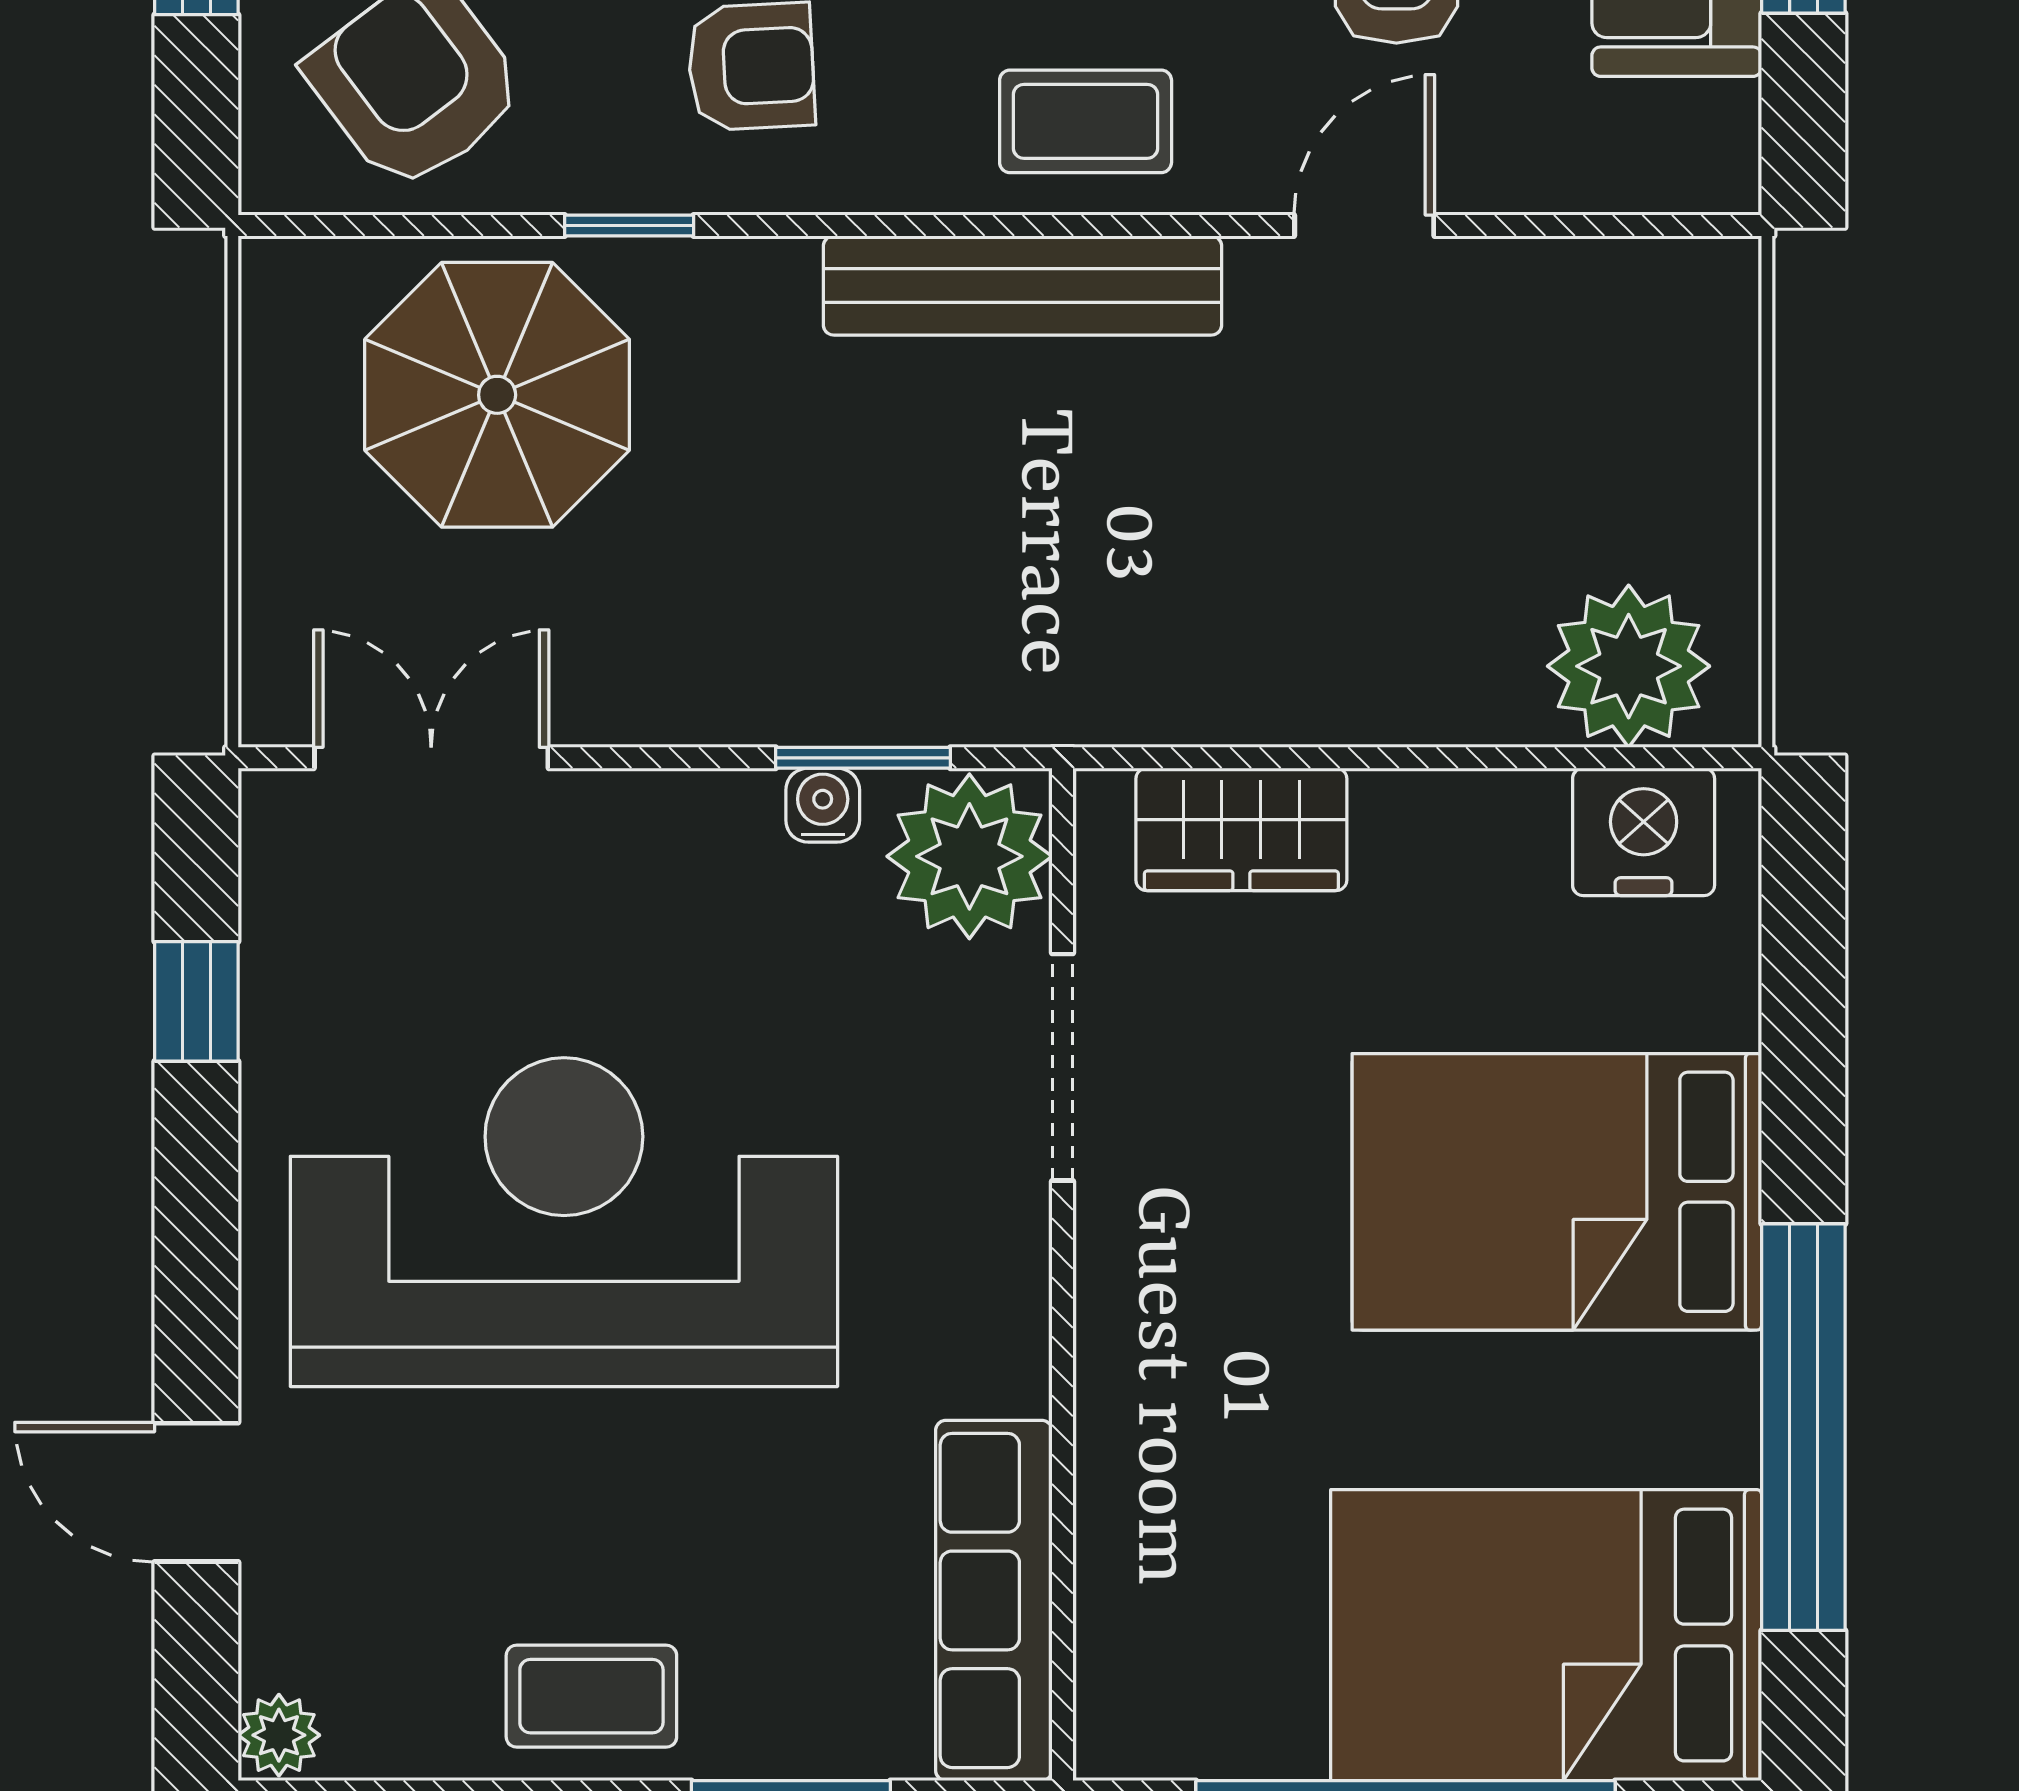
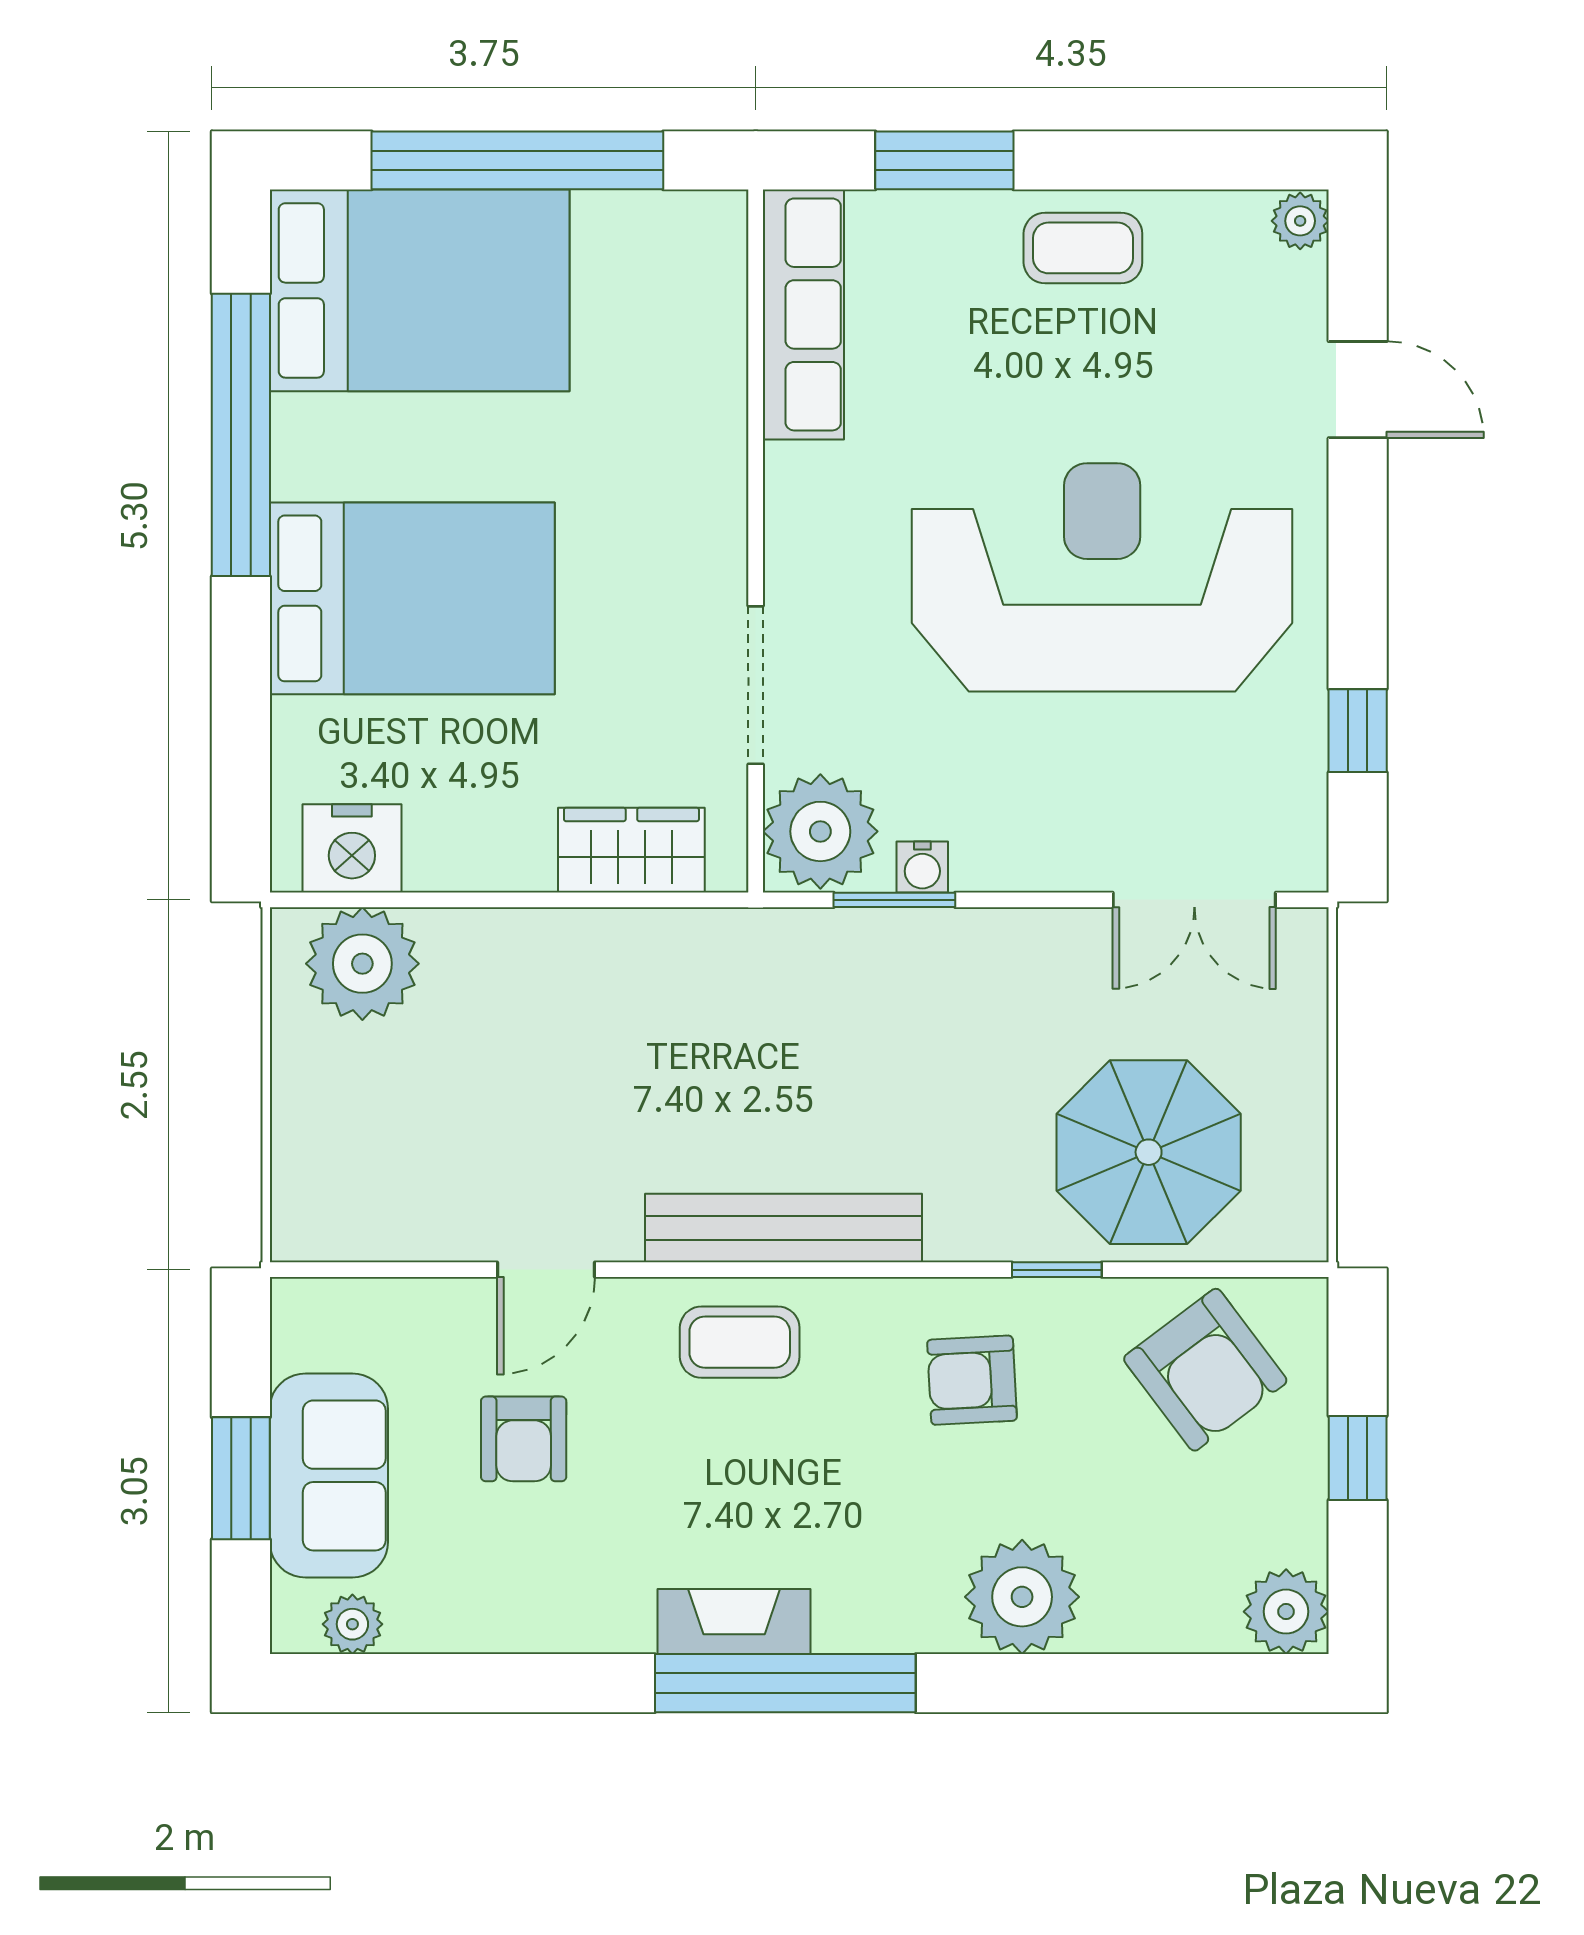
reception desk: (564, 1222) -> (1102, 577), turned 180

